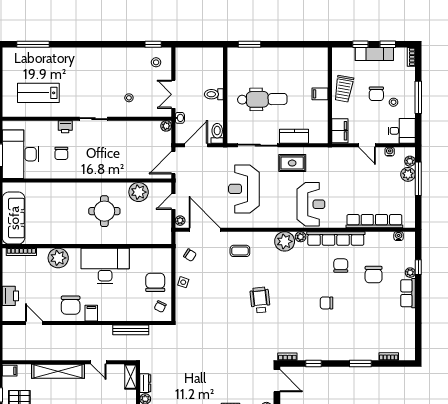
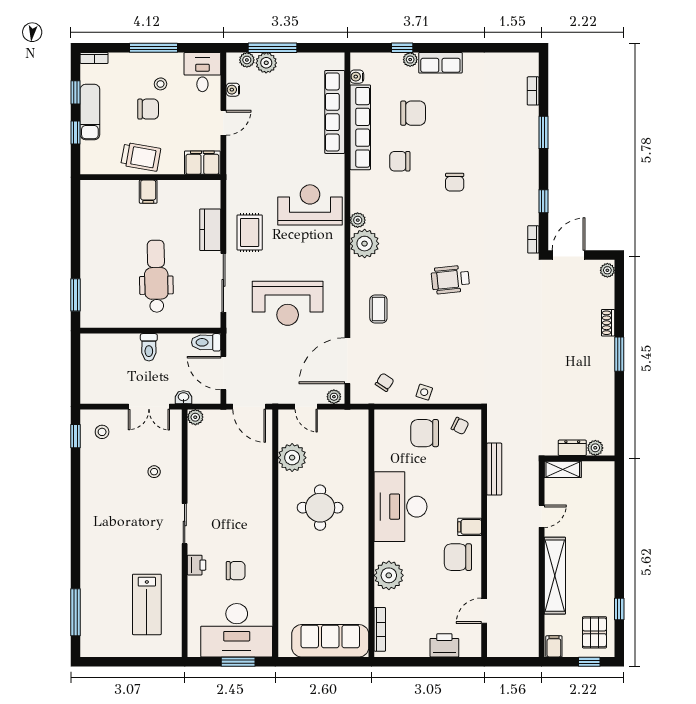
row of seats: (336, 238) -> (360, 127), moved
chair: (71, 305) -> (458, 557), turned 180

